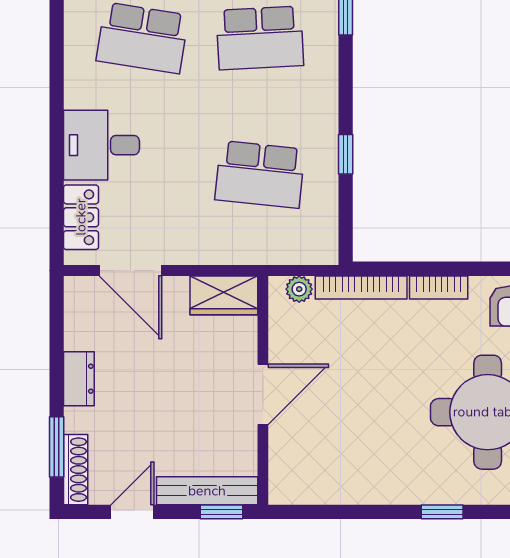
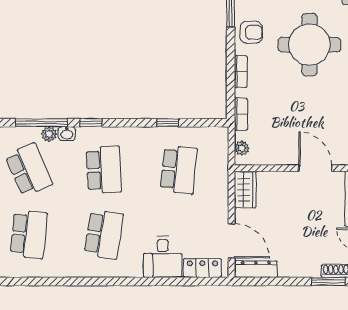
door: (131, 271) -> (232, 241), hinge flipped
bookcase: (361, 288) -> (241, 114), width x0.64
dresser: (79, 379) -> (256, 269), moved, width x1.44
door: (263, 394) -> (315, 168), moved

